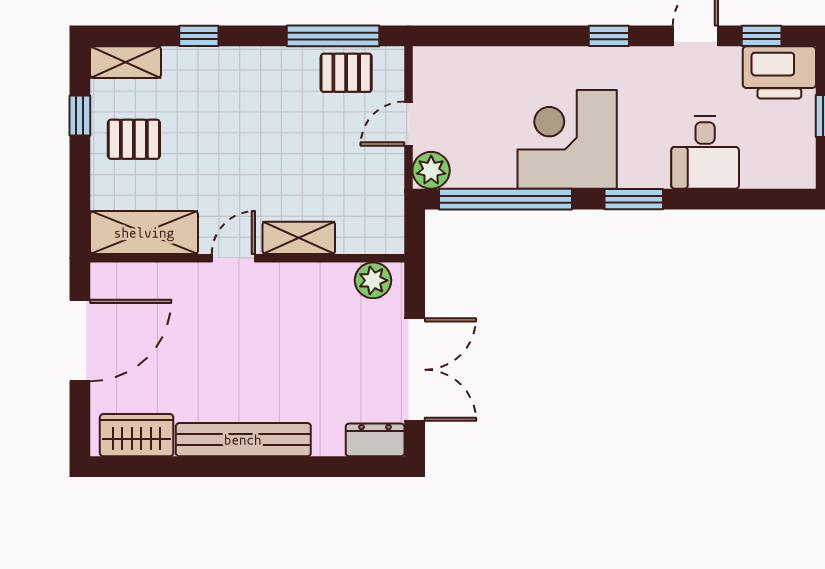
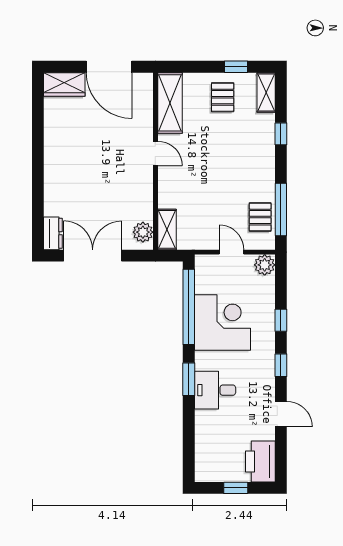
window: (762, 36) -> (281, 320), moved
corner desk: (567, 139) -> (222, 322), moved
desk: (705, 153) -> (215, 390), moved
plant: (431, 170) -> (265, 265), moved
shelving: (299, 238) -> (167, 229), moved
double door: (415, 370) -> (93, 256), swing flipped
wardrobe: (137, 435) -> (64, 84), moved, turned 90
bench: (243, 440) -> (53, 159), removed

